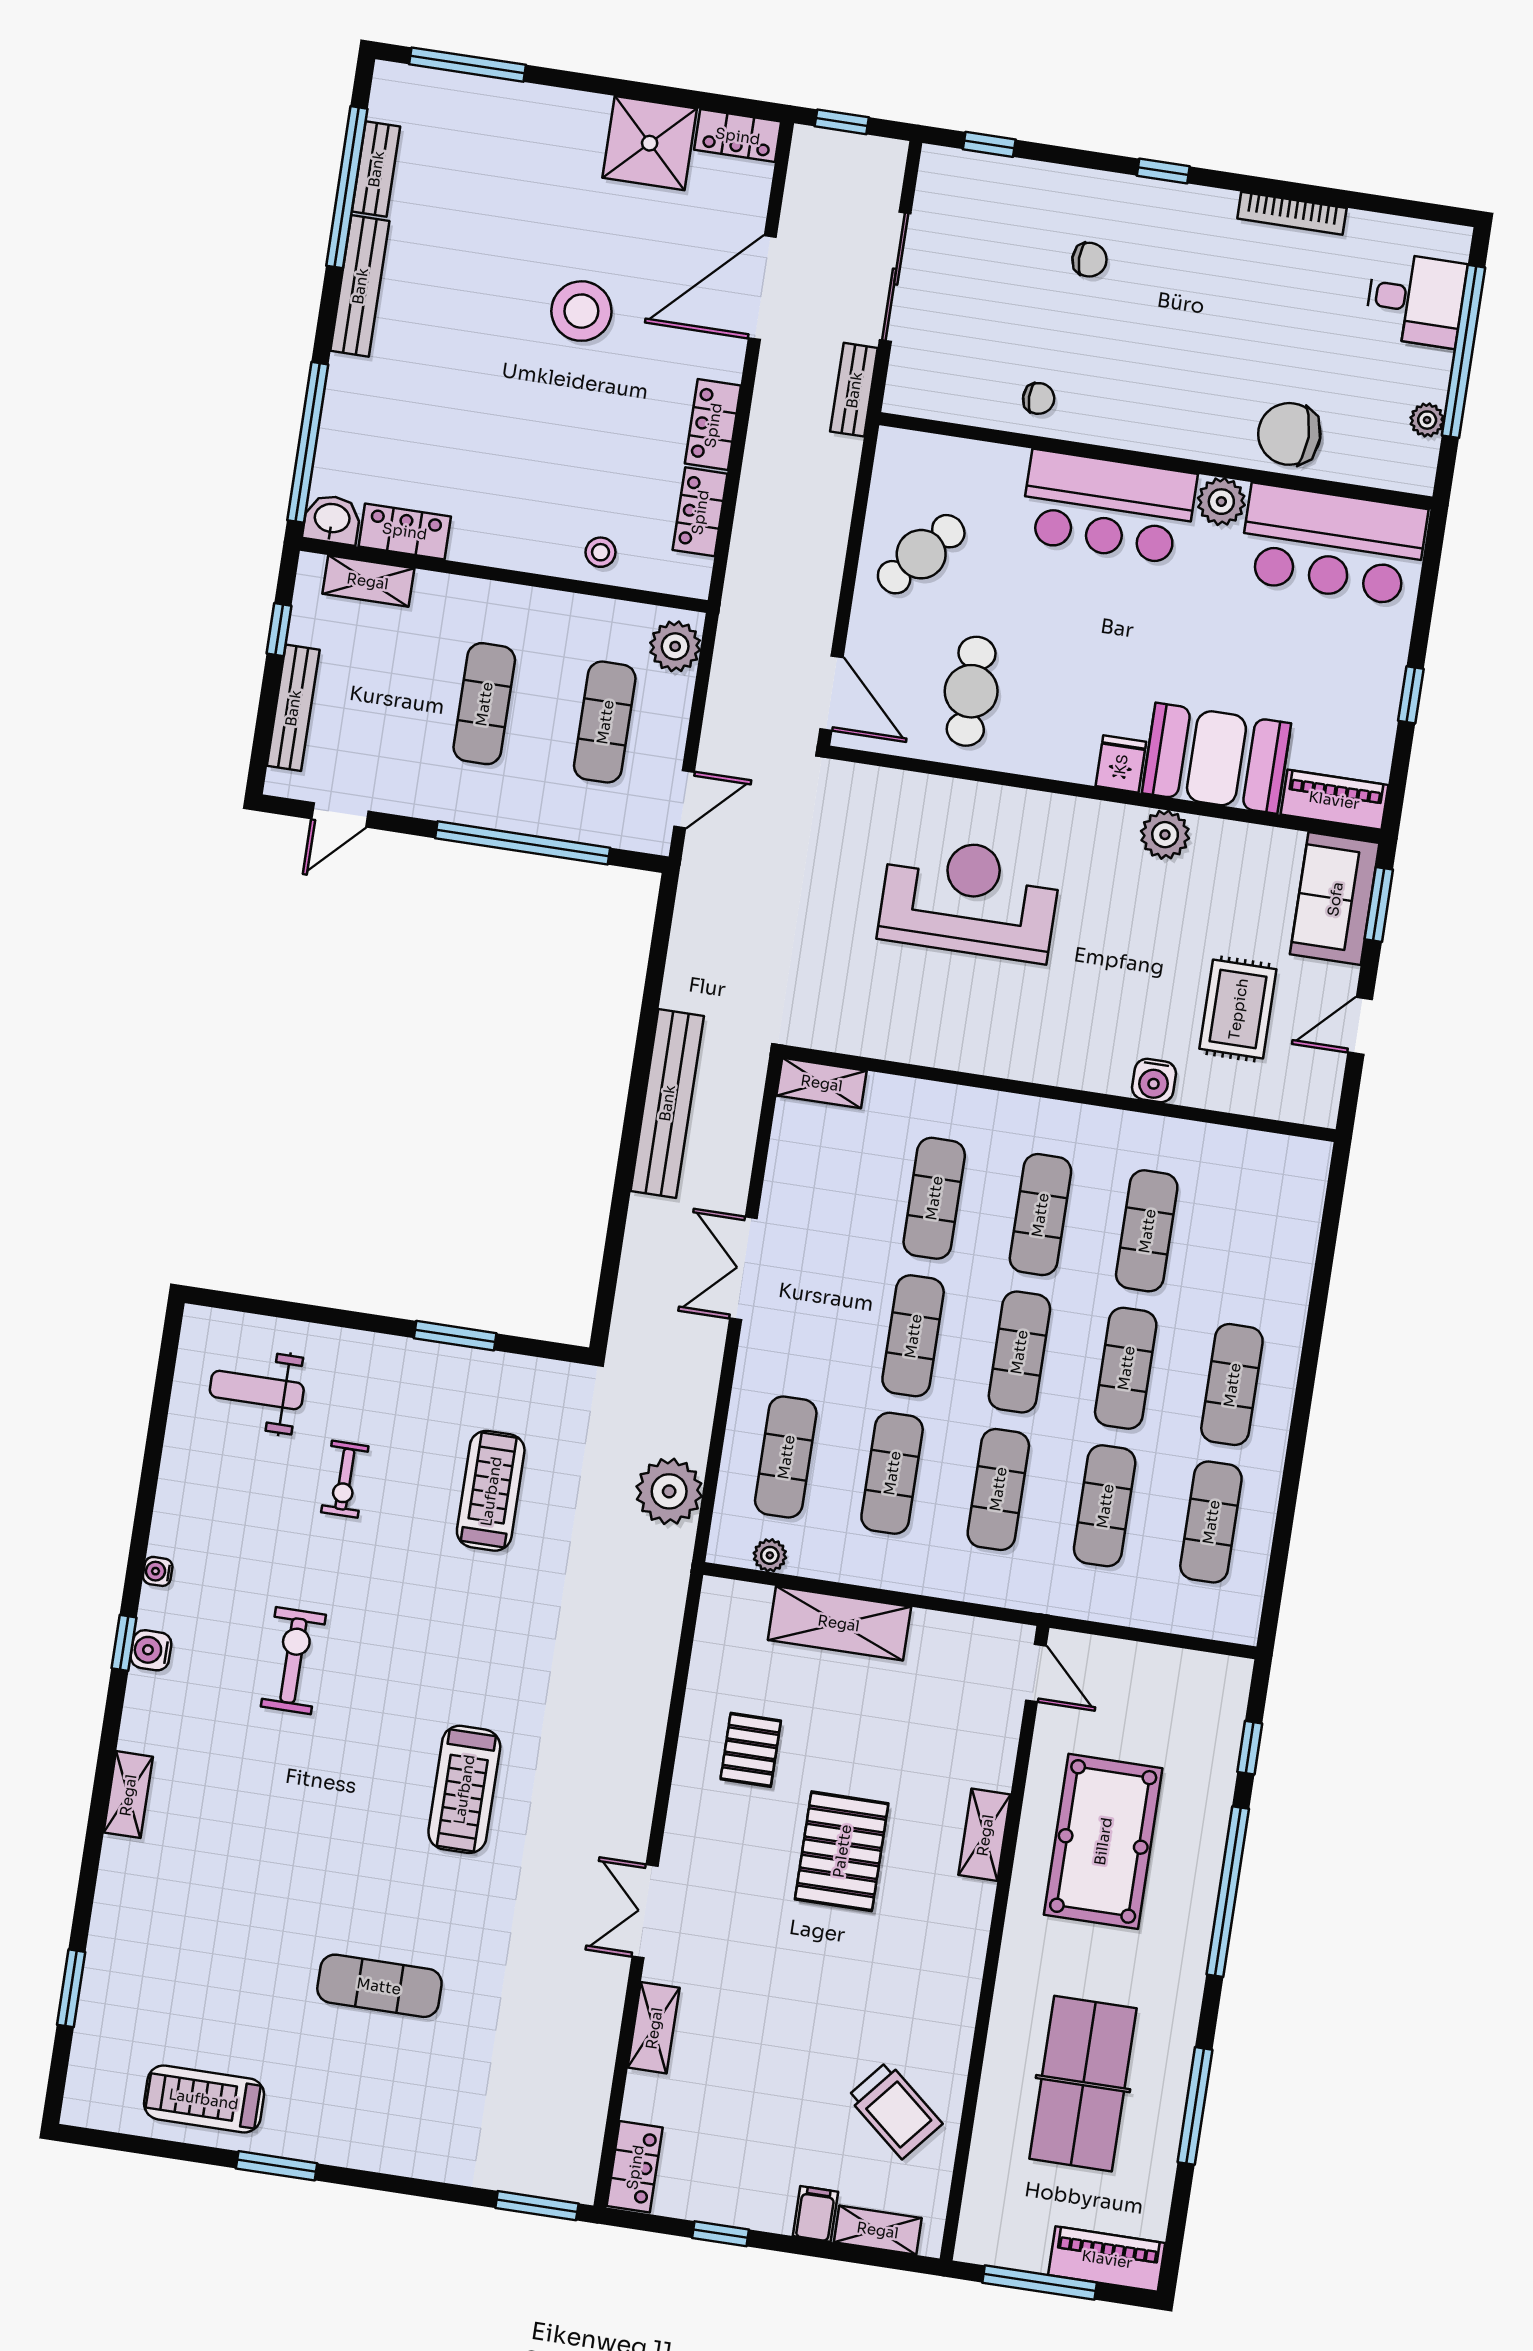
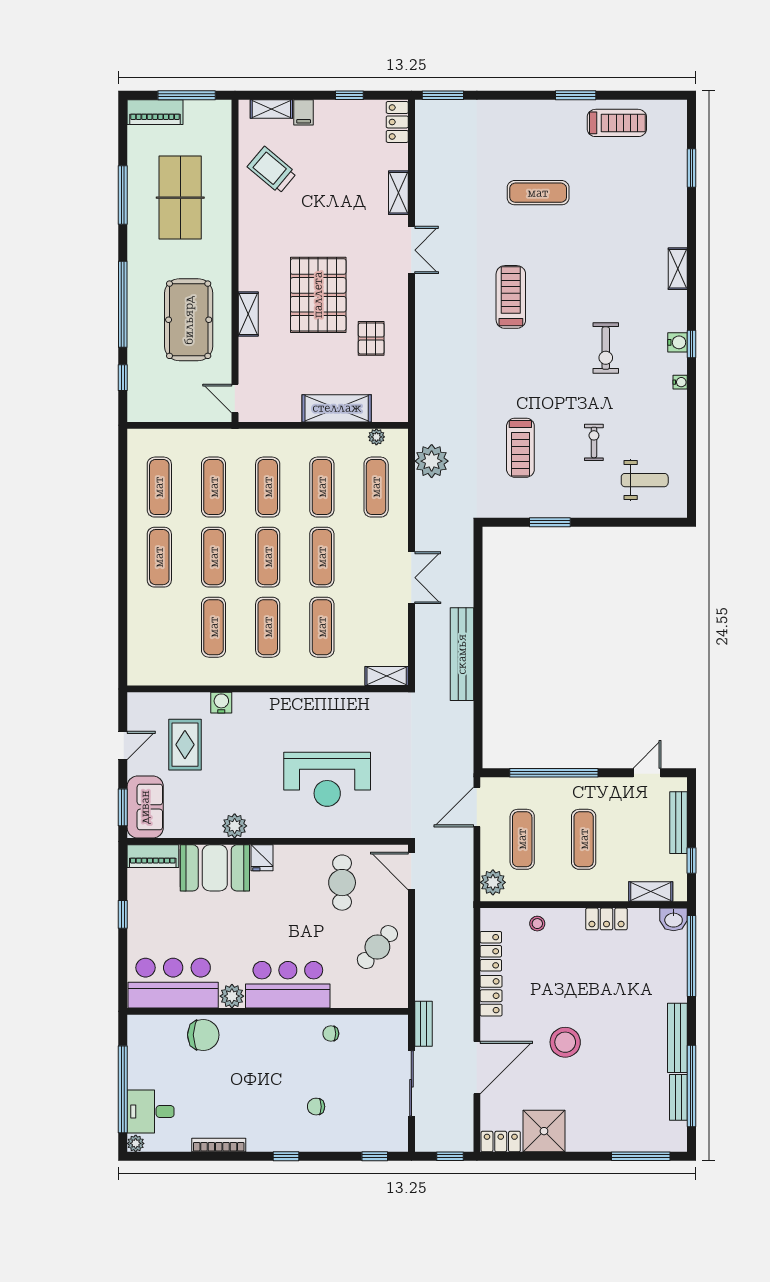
plant: (1427, 420) -> (136, 1143), moved
locker: (405, 531) -> (607, 919), moved
door: (684, 799) -> (477, 807), width x1.38
pallet: (842, 1851) -> (318, 295), width x1.37, depth x1.41

